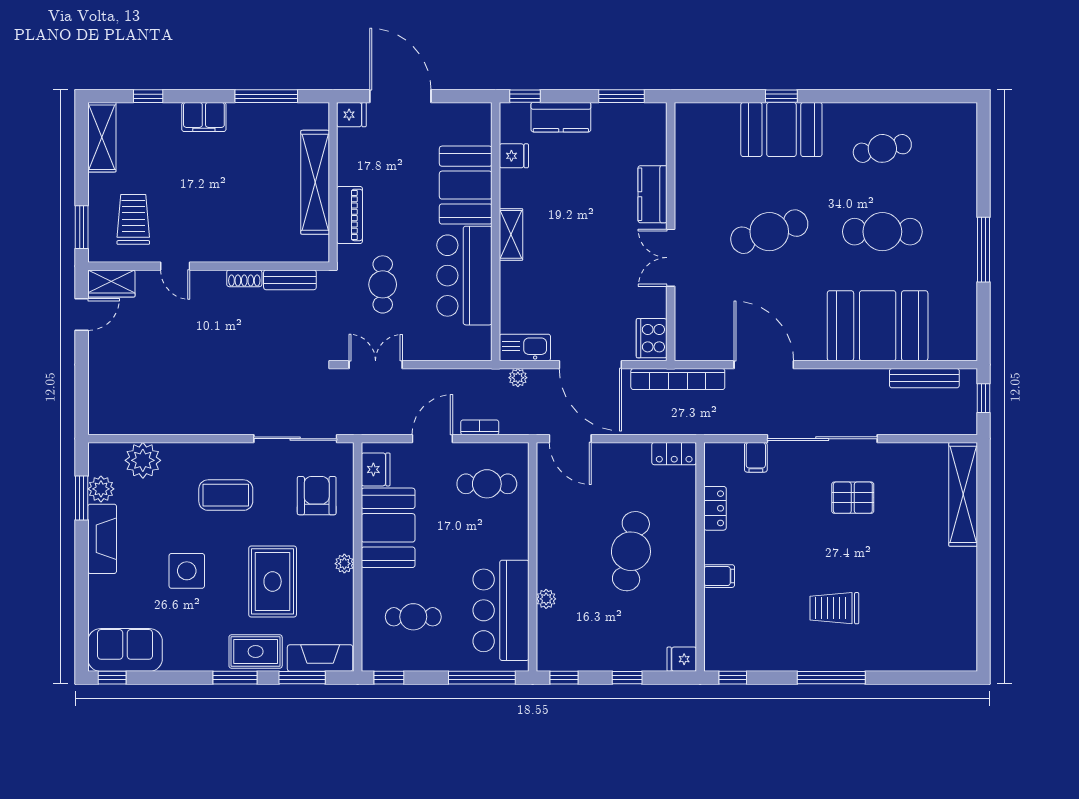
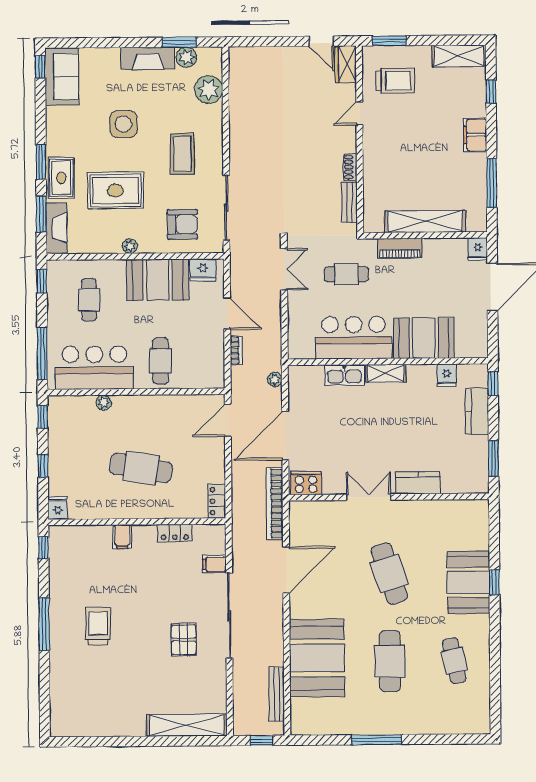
kitchen sink: (525, 348) -> (344, 375), moved, turned 90
cafe table: (487, 484) -> (160, 361), moved

